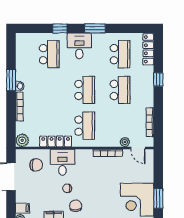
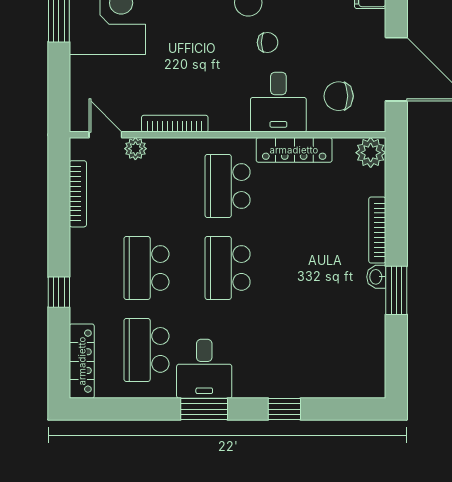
desk: (79, 46) -> (204, 369), moved
school desk: (49, 54) -> (309, 350), removed

